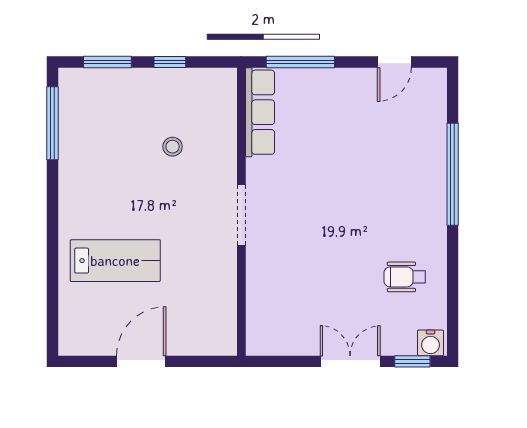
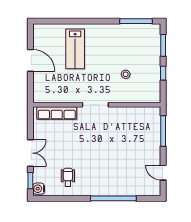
row of seats: (260, 112) -> (57, 113), moved

